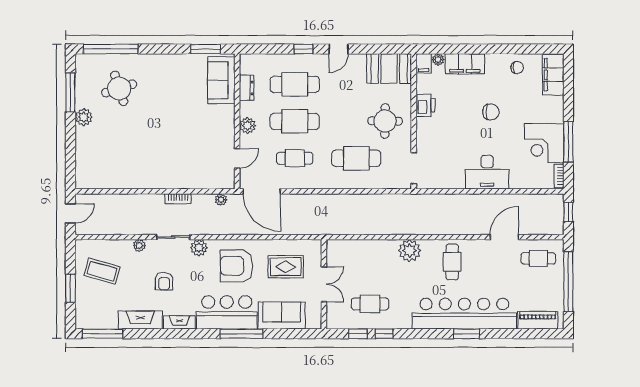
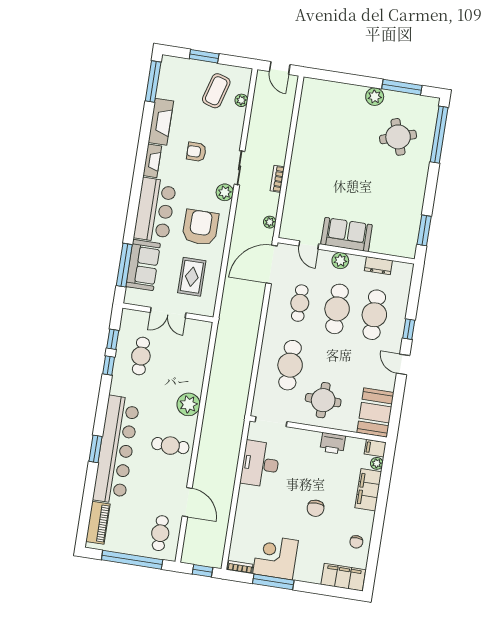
sofa: (221, 80) -> (347, 235), moved
desk: (487, 172) -> (260, 464), moved
plant: (139, 246) -> (241, 100), moved
window: (241, 334) -> (124, 265), moved

